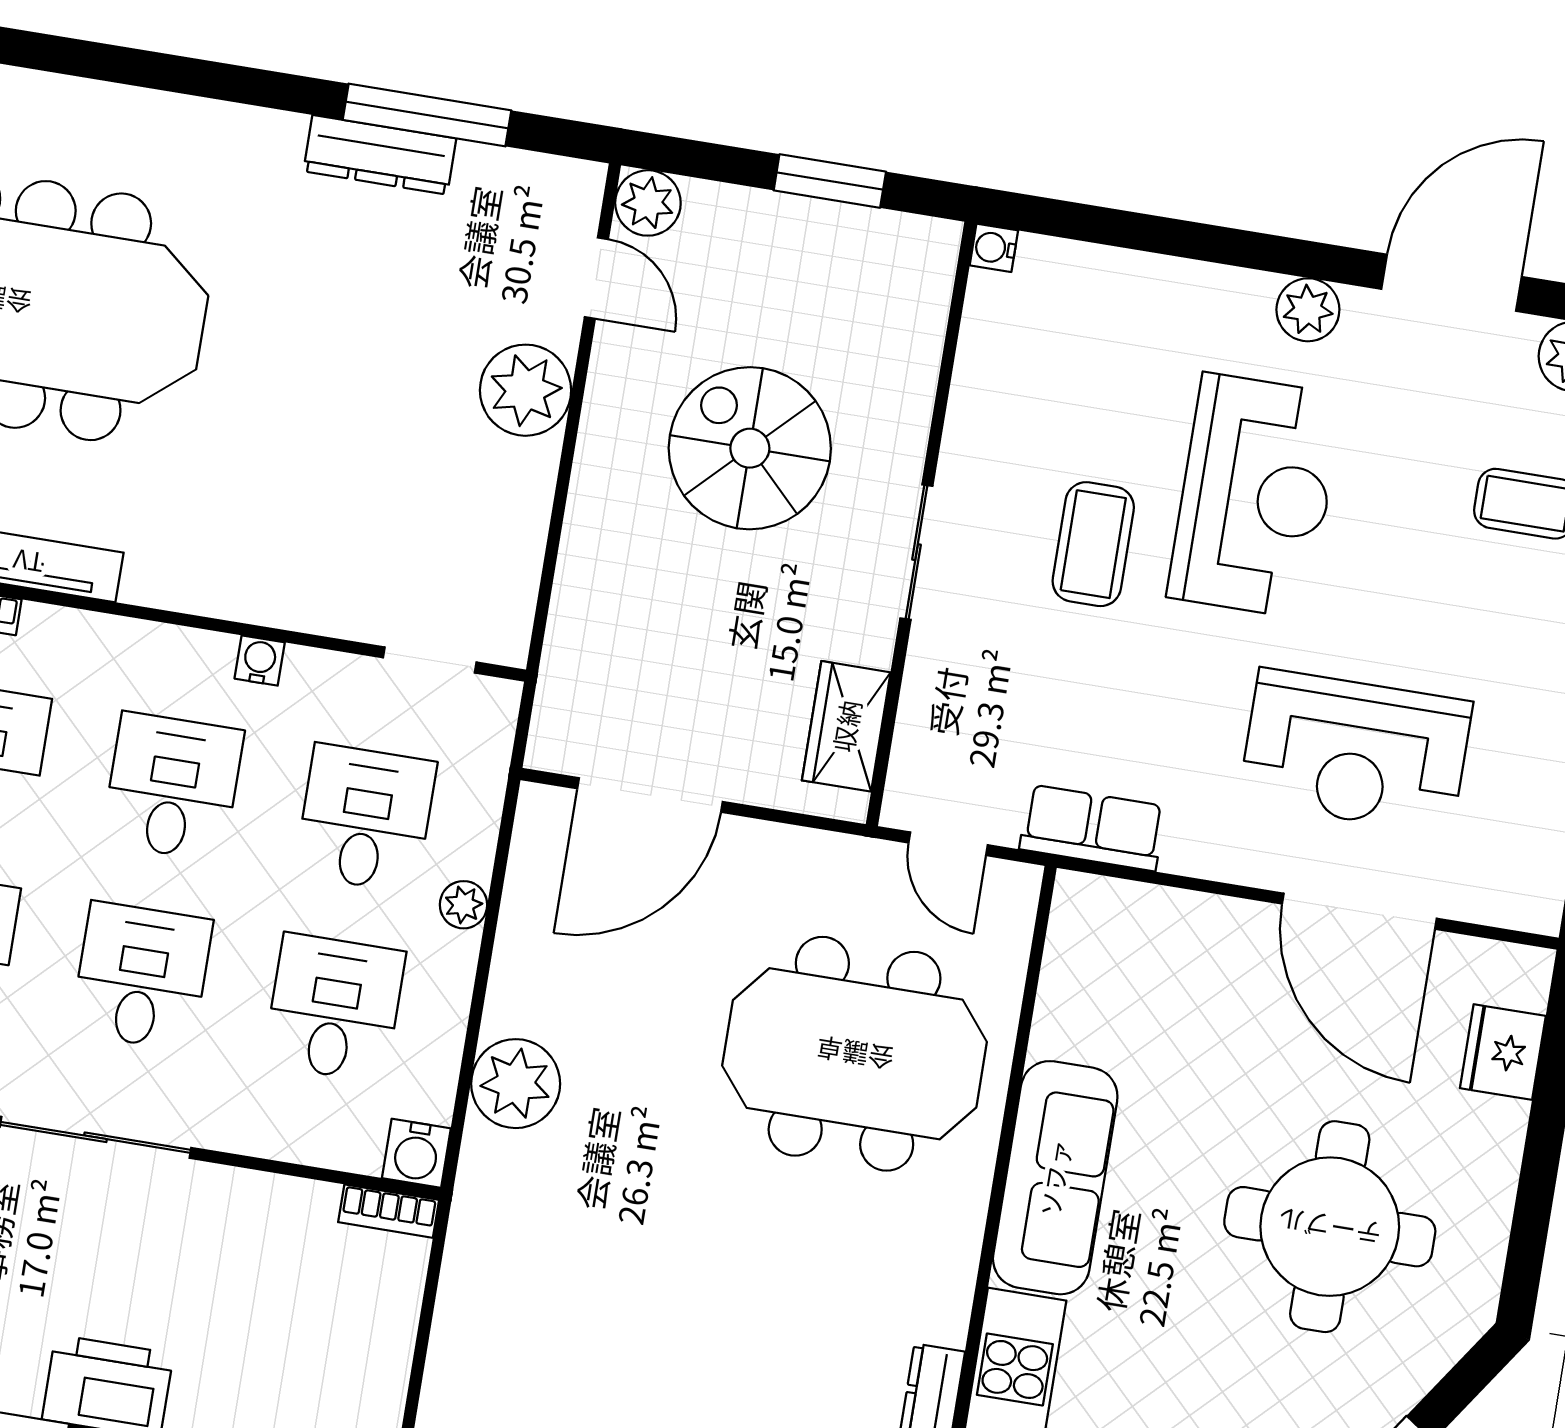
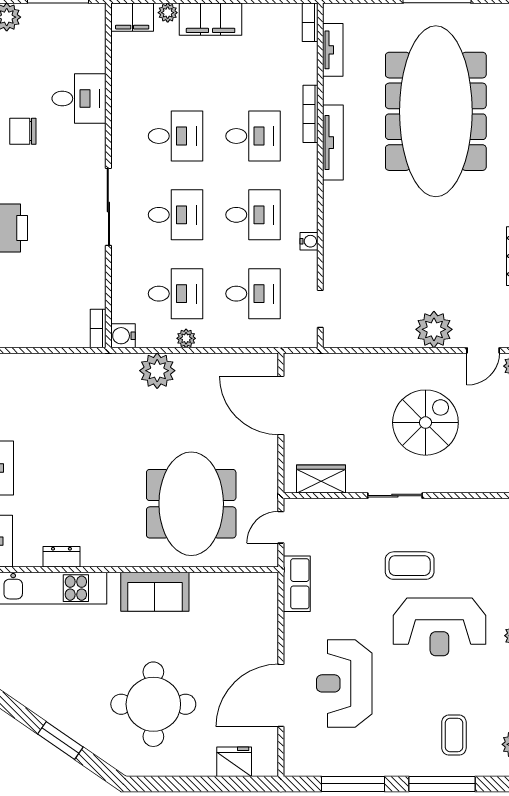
plant: (464, 905) -> (186, 338), moved
sofa: (1055, 1178) -> (155, 592), width x0.73

